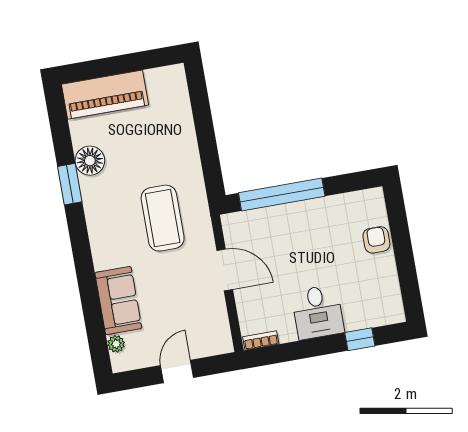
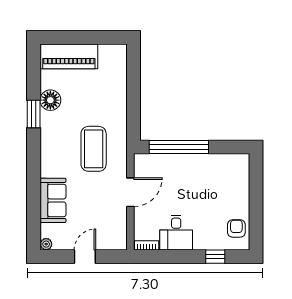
armchair: (376, 240) -> (236, 228), moved
door: (225, 270) -> (130, 192), hinge flipped
desk: (318, 312) -> (176, 233), moved
plant: (116, 344) -> (46, 244), moved

